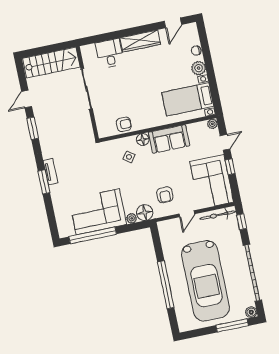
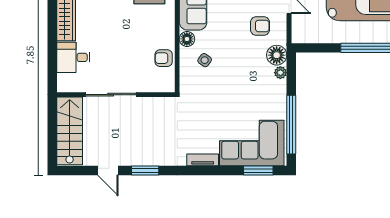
armchair: (124, 124) -> (164, 58), turned -90
window: (44, 182) -> (258, 171), moved
corner sofa: (98, 212) -> (252, 143), moved, turned 90

